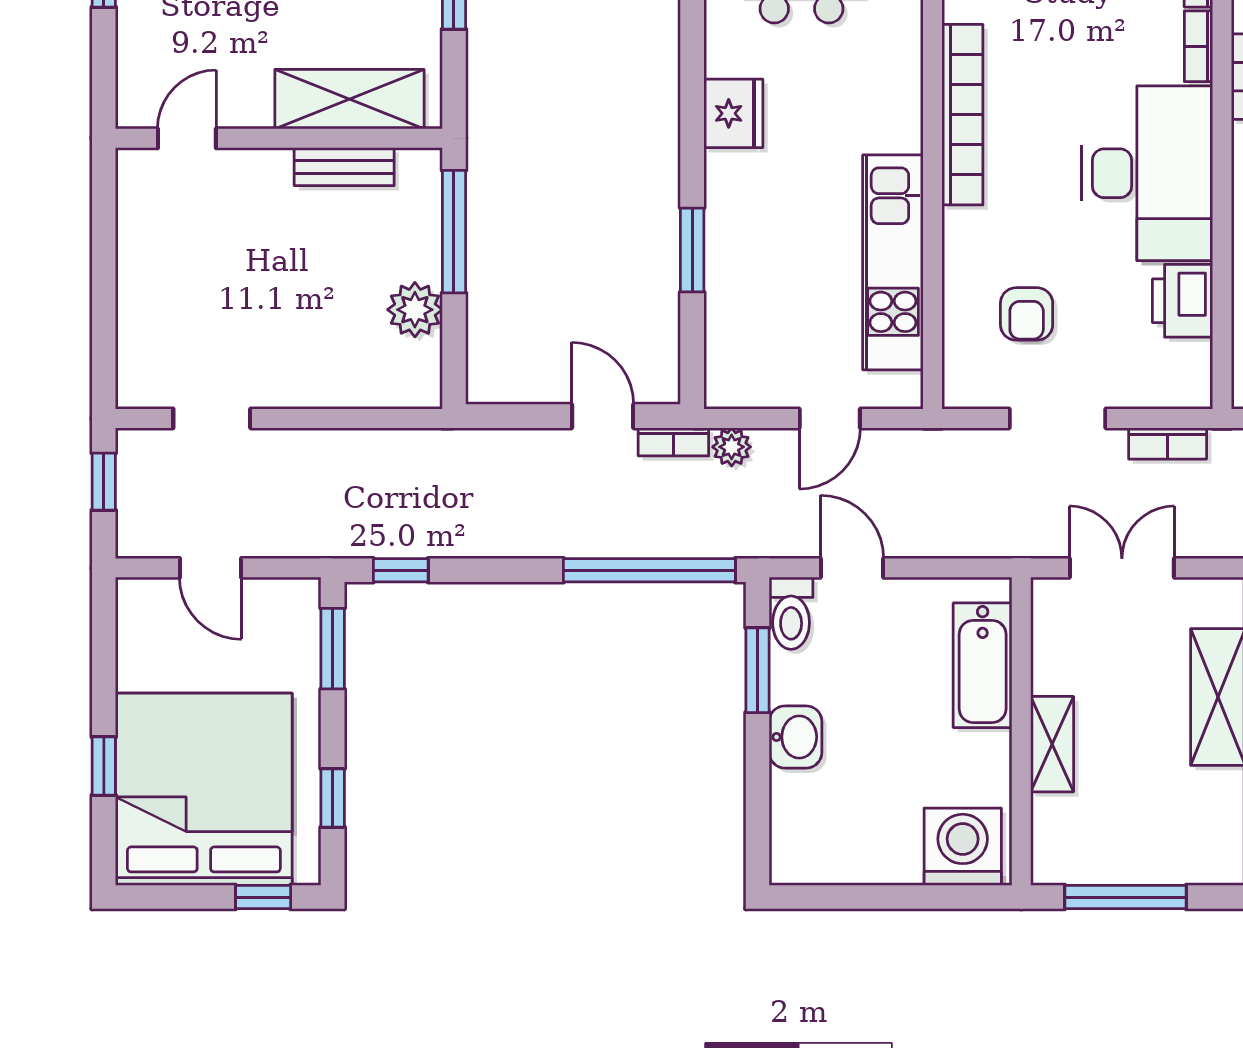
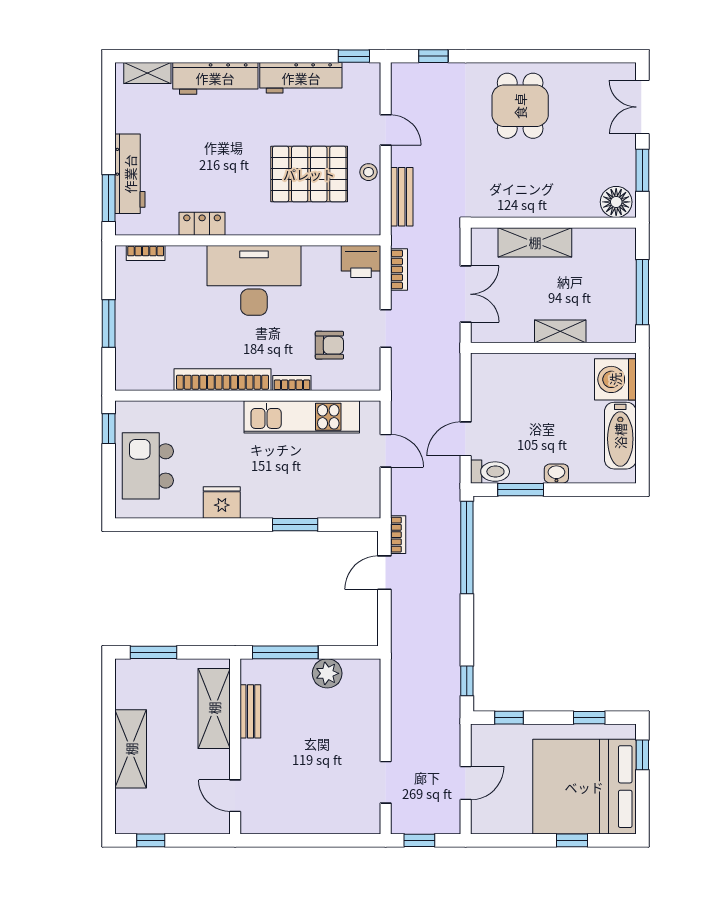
bookcase: (1199, 46) -> (292, 383), moved, turned 180
printer: (1183, 301) -> (361, 261), moved
doorway: (1057, 418) -> (386, 329), width x0.73
plant: (732, 447) -> (401, 503), removed
double door: (1122, 568) -> (466, 294), swing flipped
window: (333, 649) -> (509, 718), width x0.67
bathtub: (983, 665) -> (620, 436), moved, turned 90
washbasin: (795, 737) -> (556, 474), width x0.72, depth x0.69

